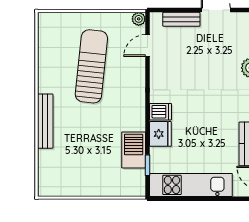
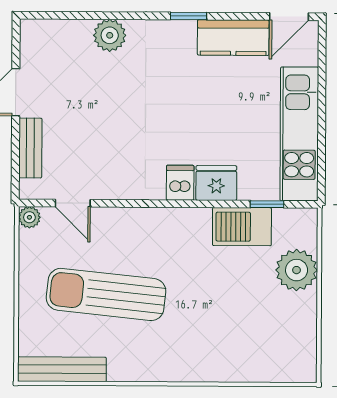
bench: (45, 121) -> (62, 369), moved
plant: (107, 184) -> (297, 270), added

